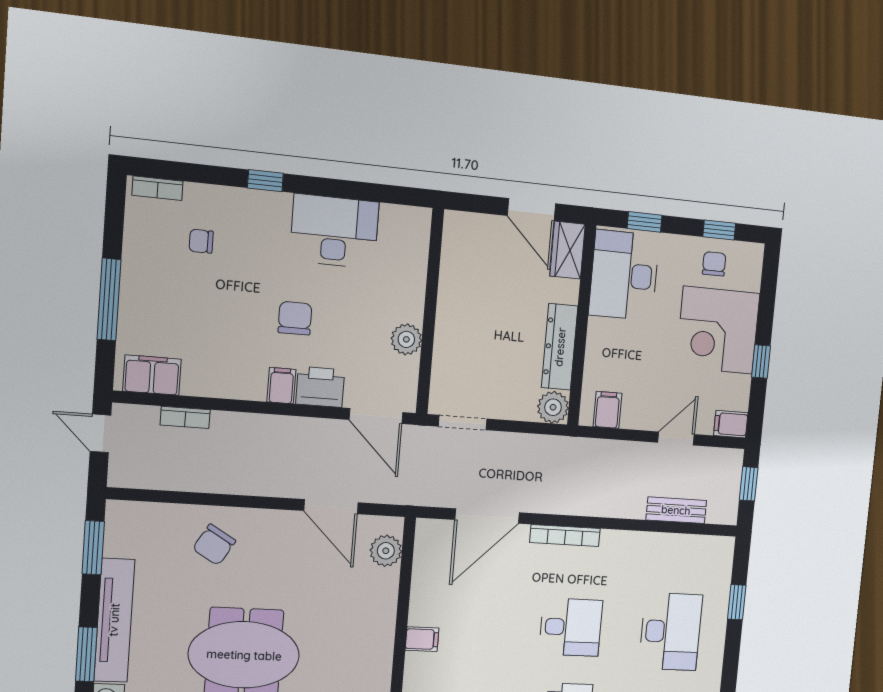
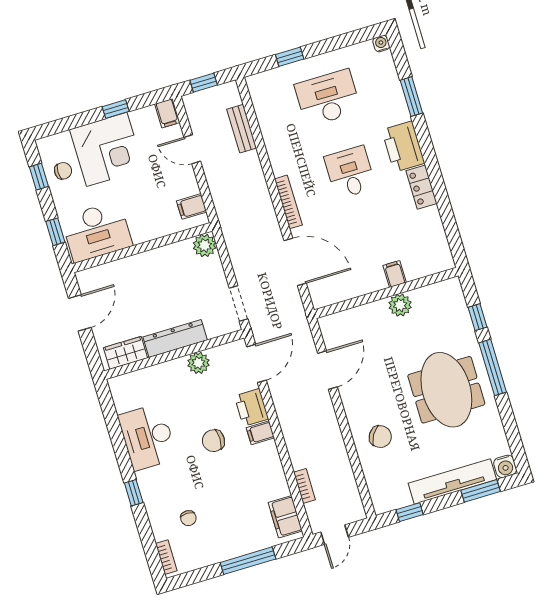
wardrobe: (568, 250) -> (126, 353), moved, turned 180
chair: (714, 264) -> (63, 171), turned 180
dresser: (560, 347) -> (175, 338), moved, turned 180
window: (93, 548) -> (410, 512), width x0.67
plant: (386, 551) -> (400, 305), moved

